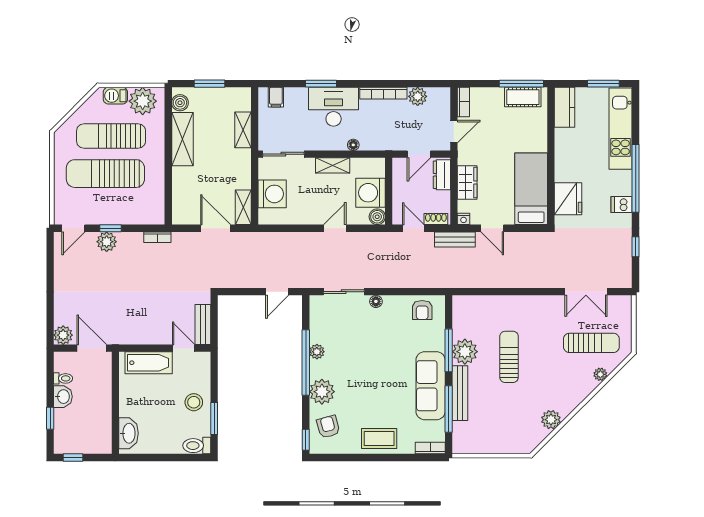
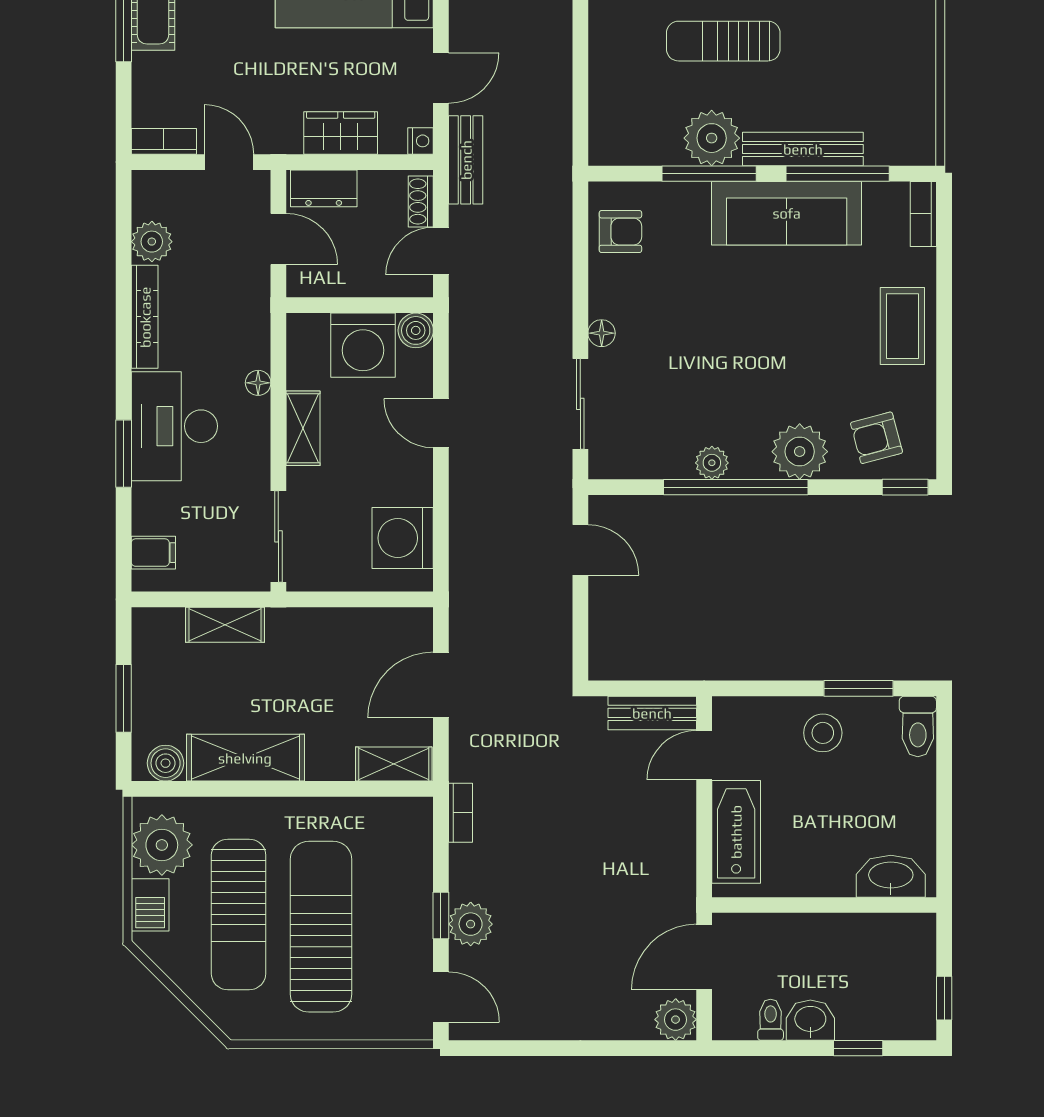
sun lounger: (105, 174) -> (321, 927), turned 180
washing machine: (272, 194) -> (403, 538), moved, turned -90
shelving: (243, 207) -> (394, 764), moved

